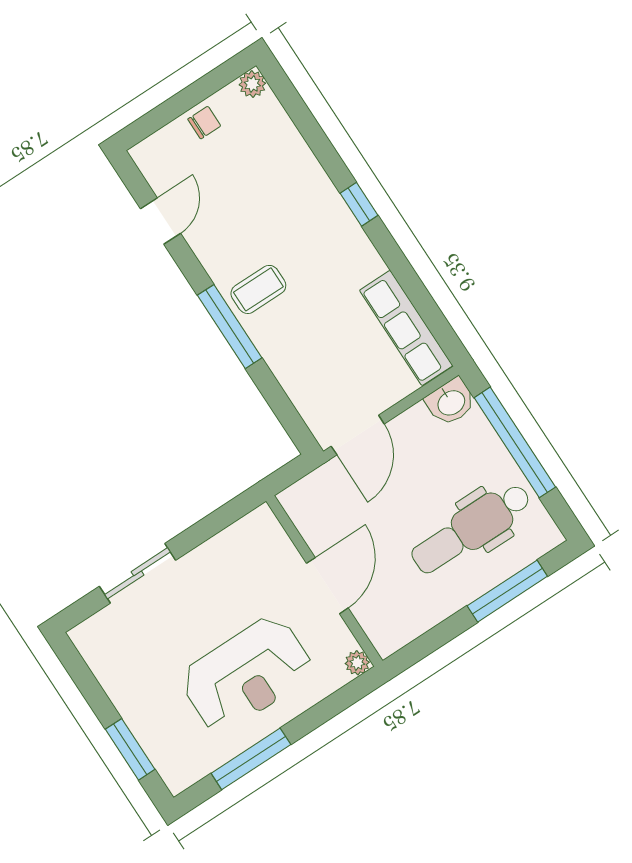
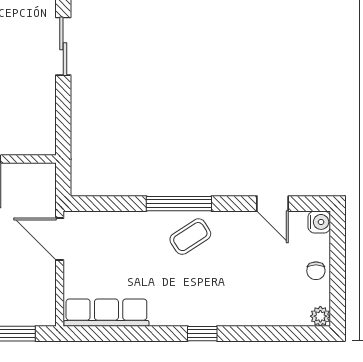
water cooler: (147, 155) -> (319, 222), added
coffee table: (258, 289) -> (190, 237), turned 57
washbasin: (451, 402) -> (42, 310), removed

